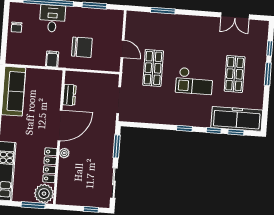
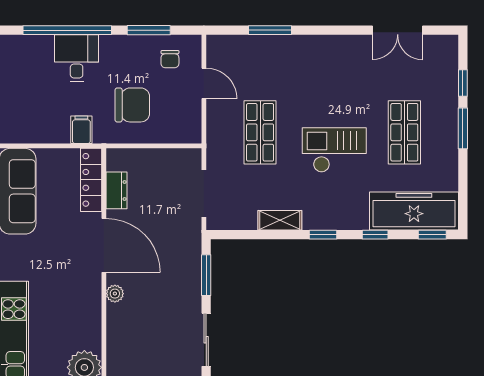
chair: (17, 27) -> (170, 59), moved
door: (122, 49) -> (204, 83), moved
checkout: (194, 81) -> (334, 150), turned 180
shelving: (161, 118) -> (280, 220), added
door: (60, 125) -> (104, 245), hinge flipped
window: (236, 132) -> (432, 235), moved
locker: (50, 165) -> (91, 180), moved

